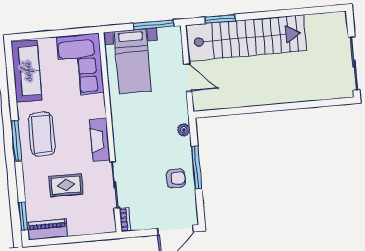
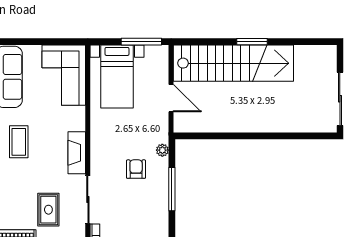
window: (220, 19) -> (252, 42), moved
coffee table: (42, 134) -> (19, 142), width x0.73, depth x0.76
armchair: (176, 178) -> (136, 169), moved, turned -90
rug: (66, 185) -> (48, 210), moved, turned 90

